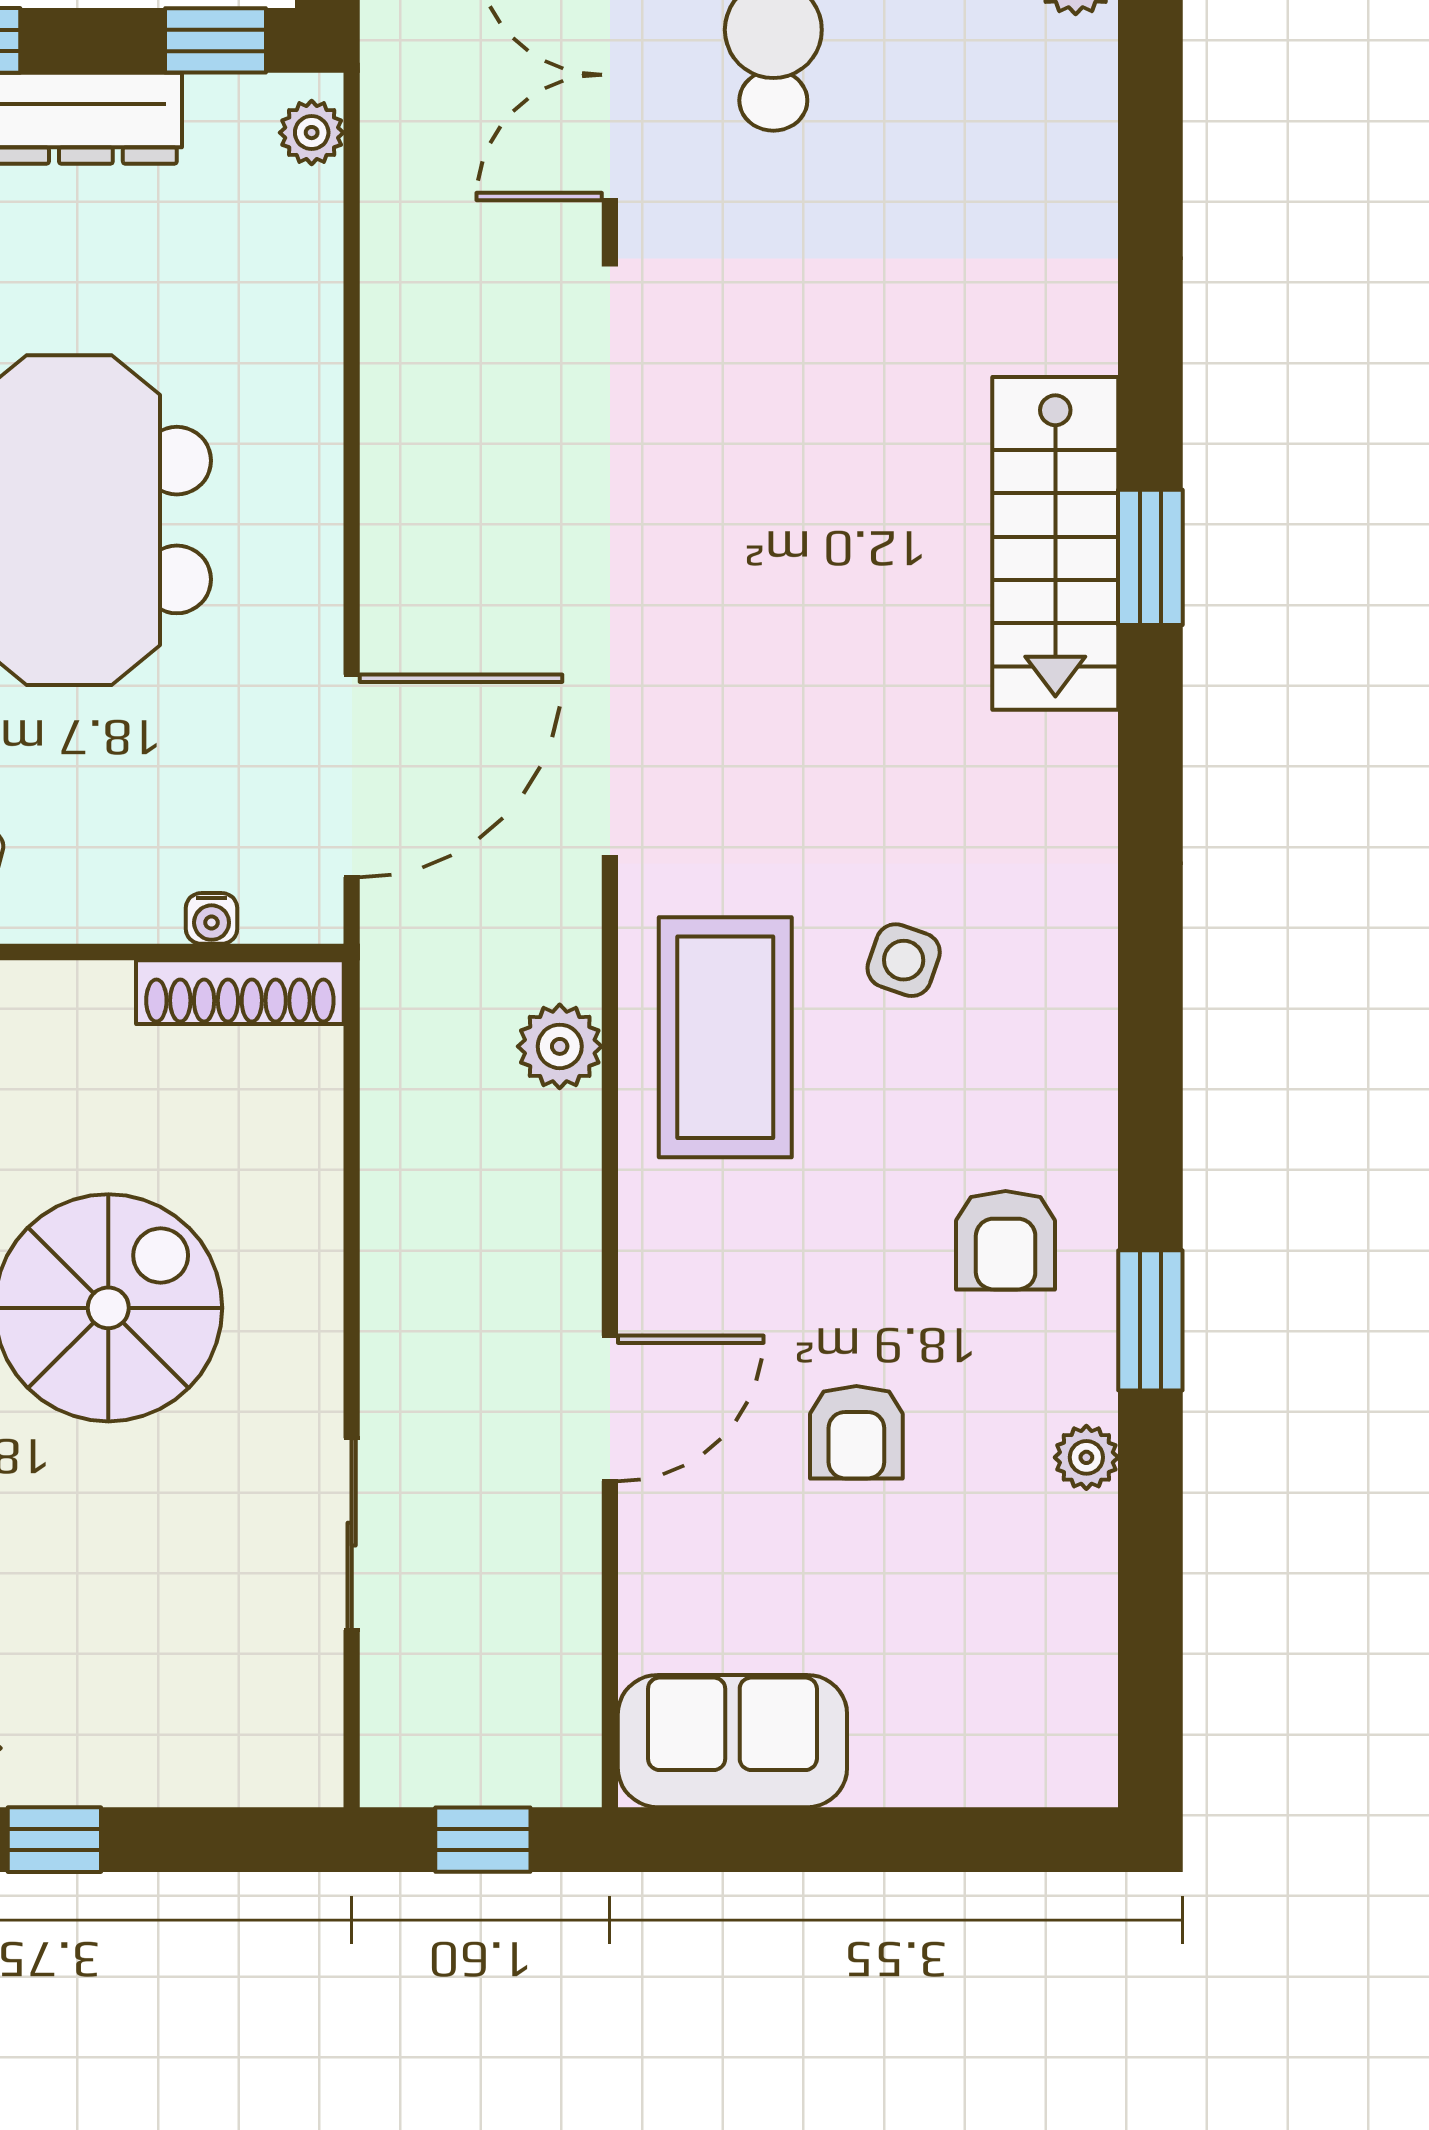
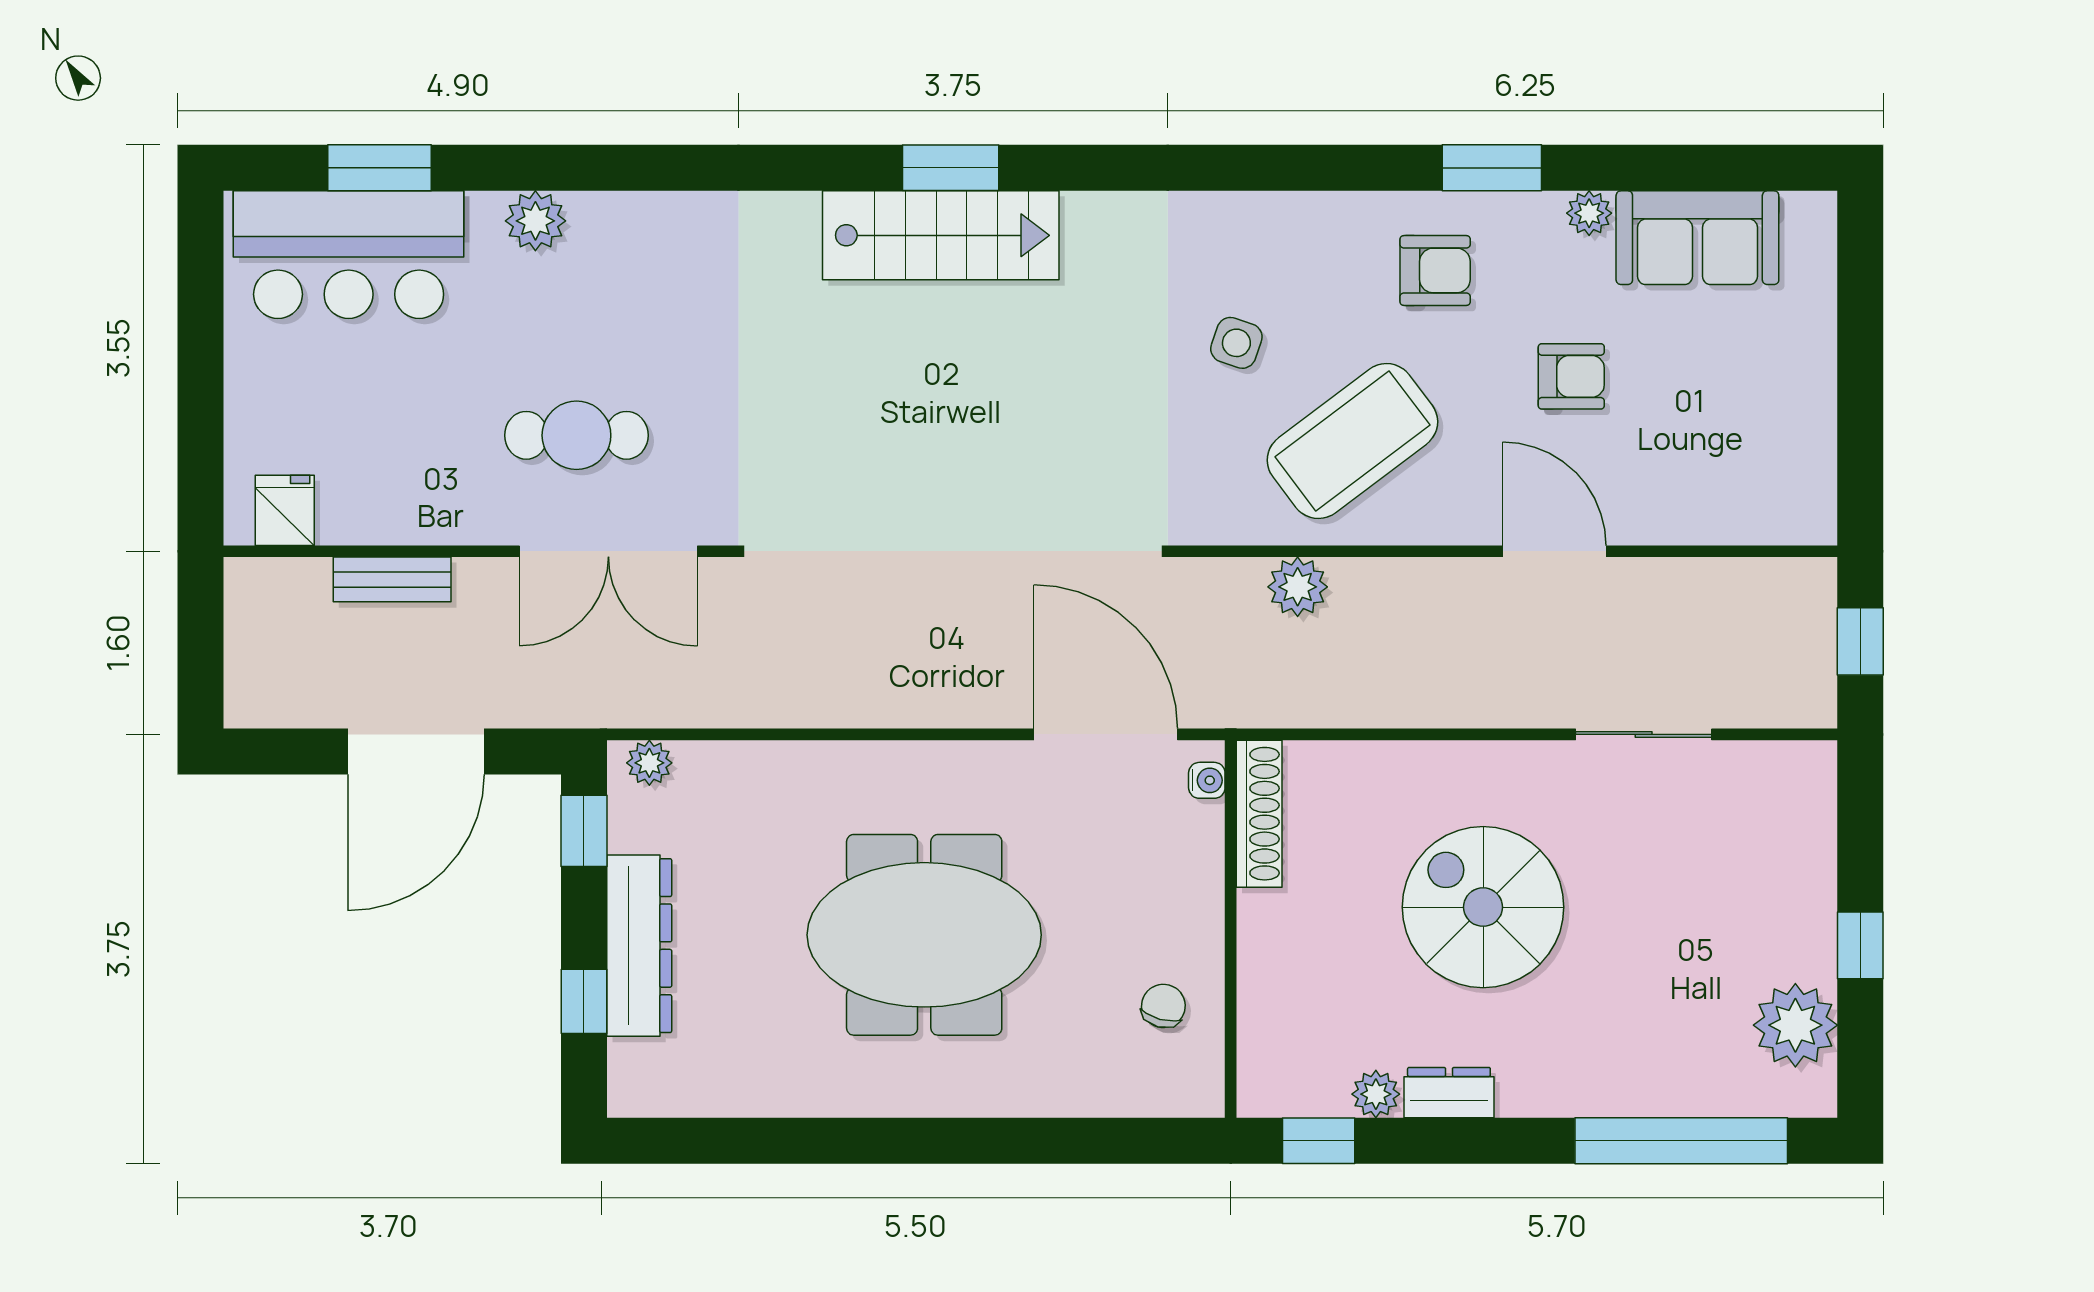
water cooler: (212, 918) -> (1207, 780), moved
coffee table: (725, 1037) -> (1352, 441), moved, turned -37
sofa: (732, 1741) -> (1697, 238), moved, turned -90

